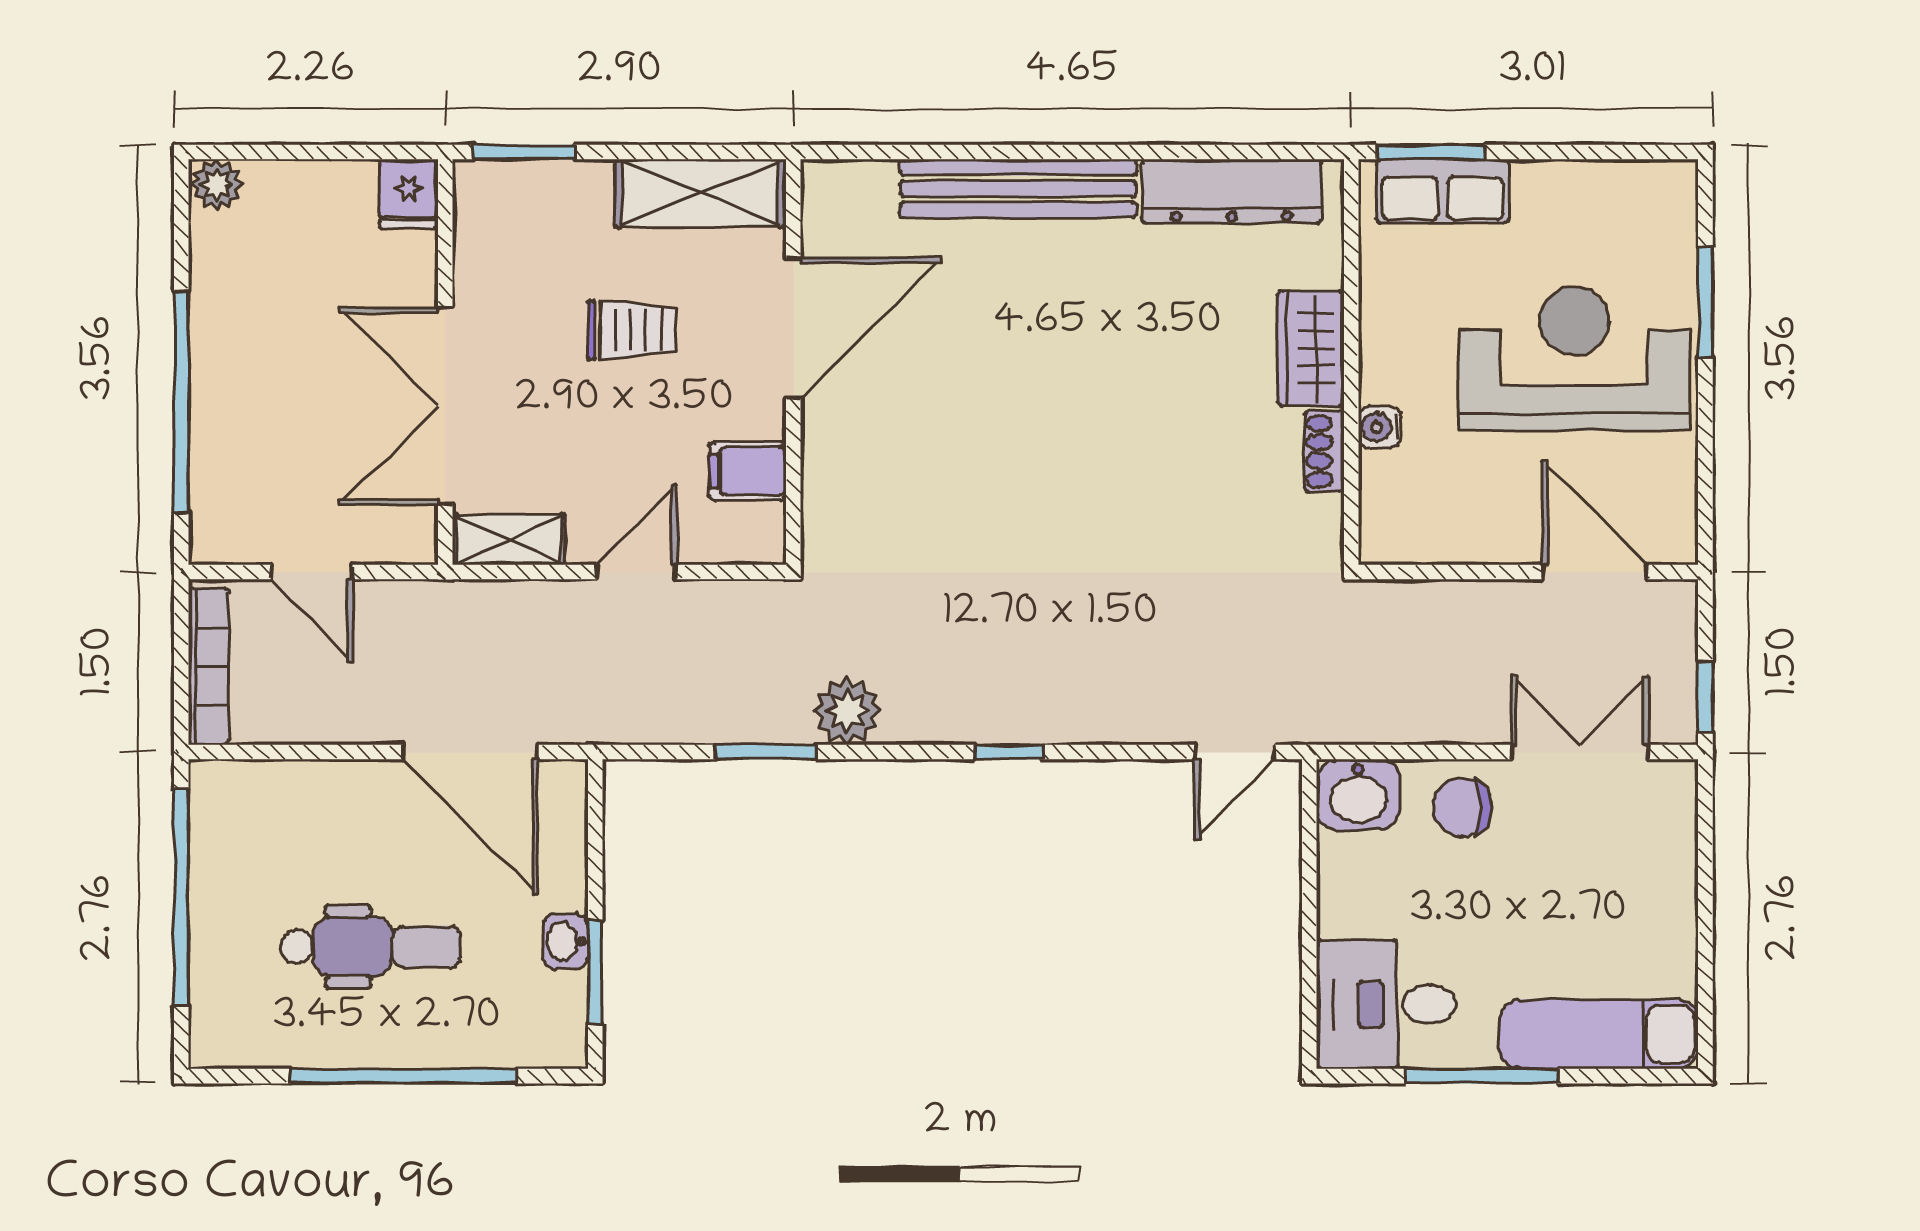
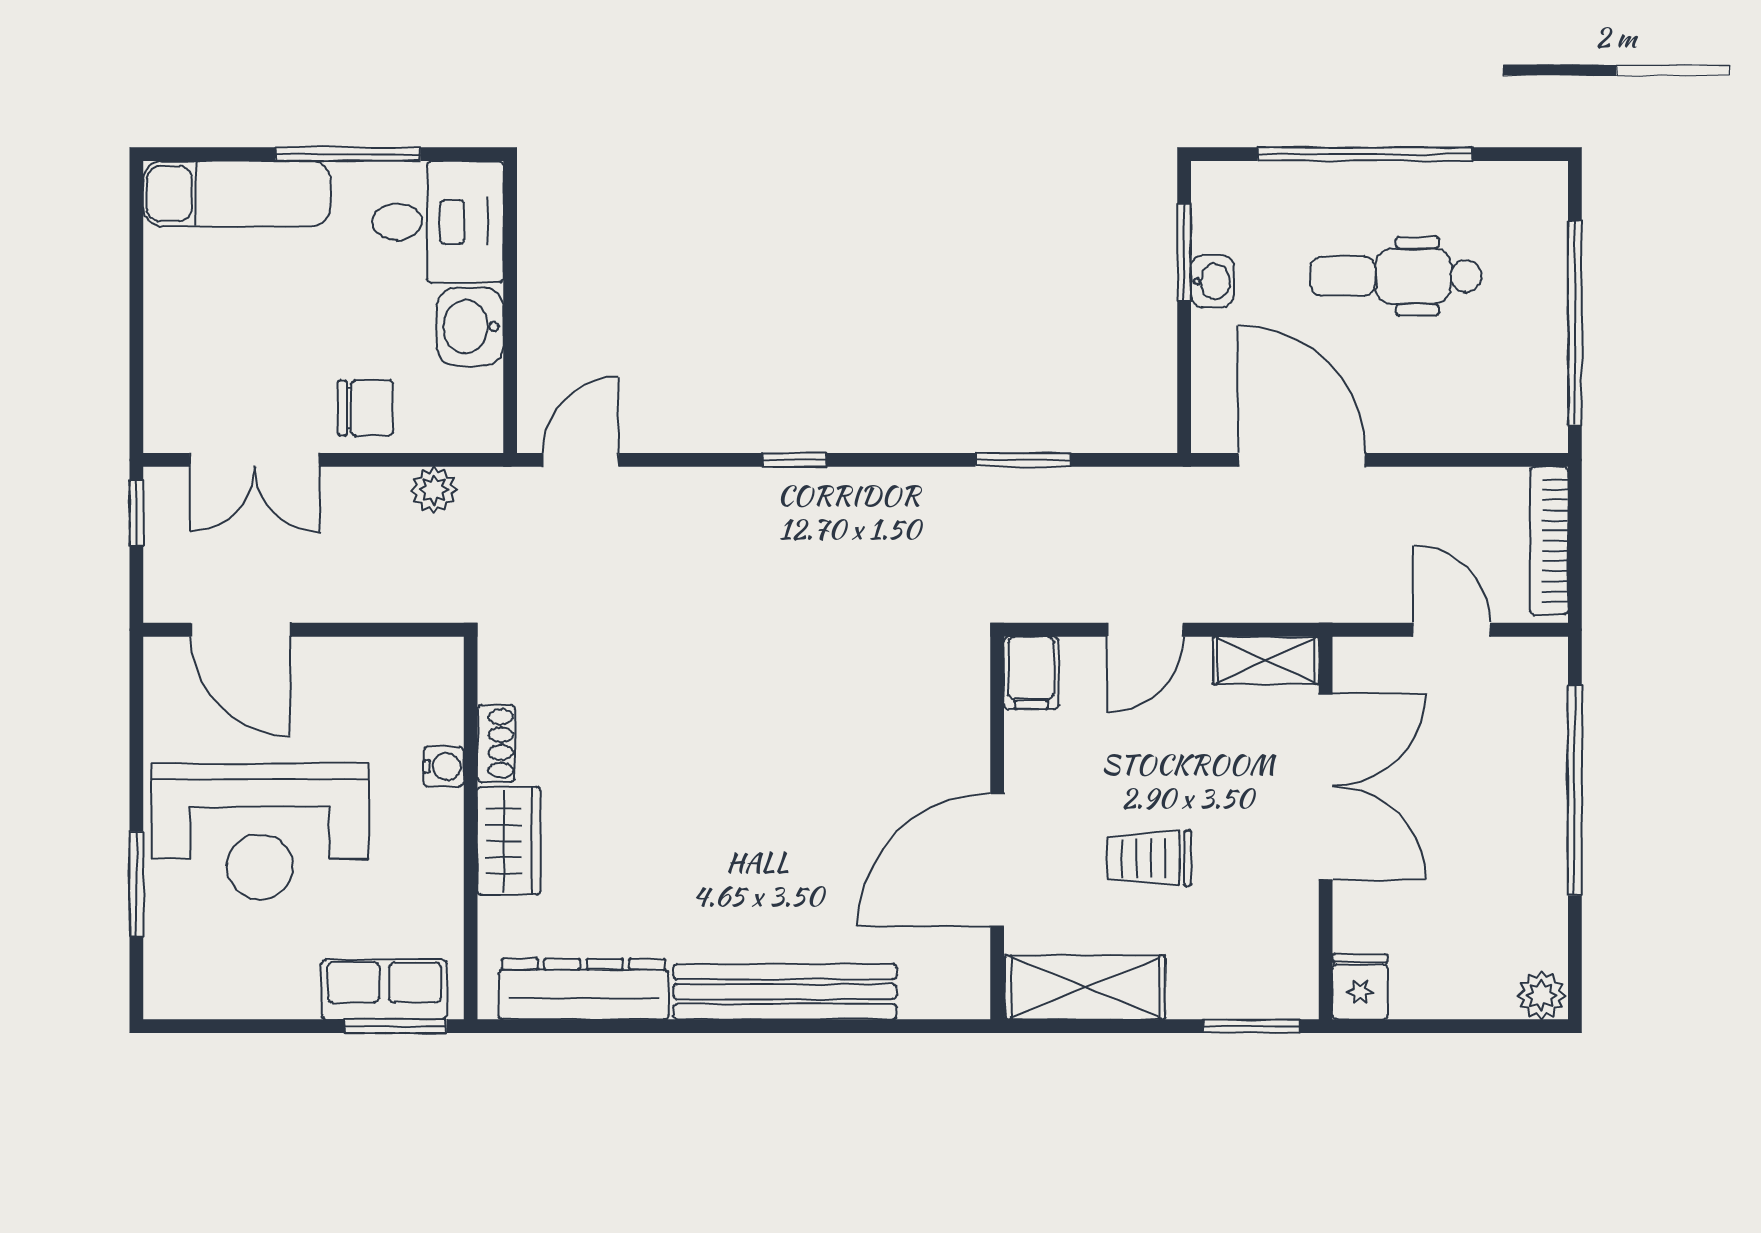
filing cabinet: (748, 471) -> (1031, 673), moved, turned 90
plant: (847, 711) -> (434, 490), moved, width x0.73, depth x0.73
washbasin: (1358, 795) -> (470, 327), moved, turned -90

